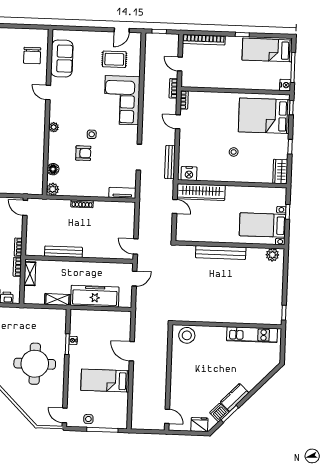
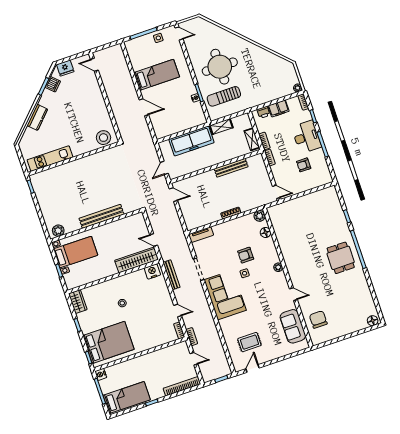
corner sofa: (122, 100) -> (225, 295), moved
sun lounger: (42, 330) -> (224, 96), added
kitchen counter: (235, 397) -> (37, 117), moved

